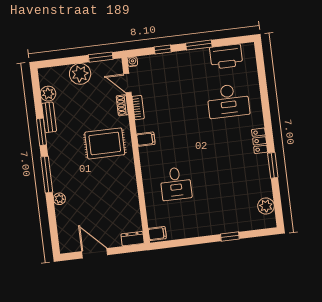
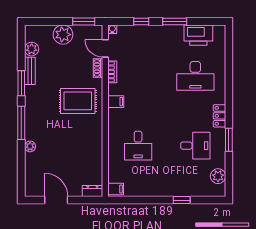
desk: (237, 176) -> (195, 146), added

